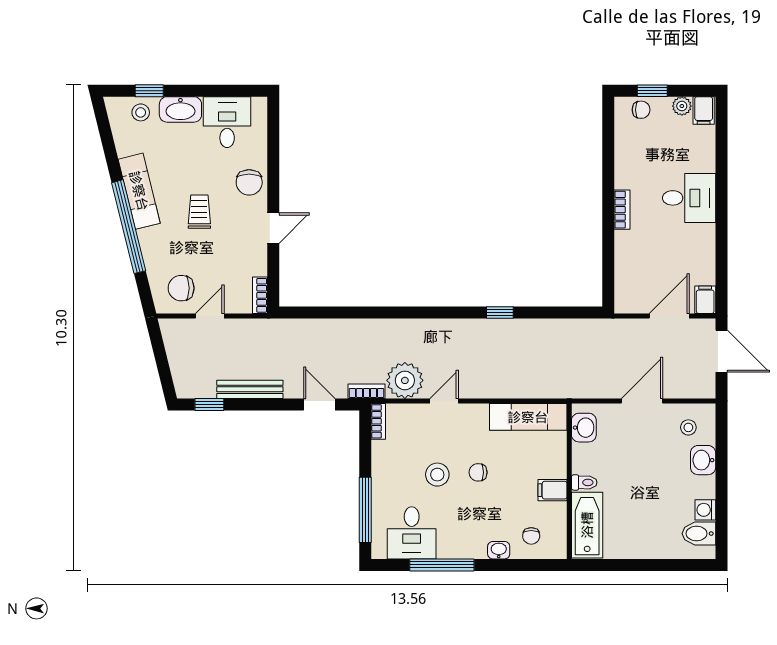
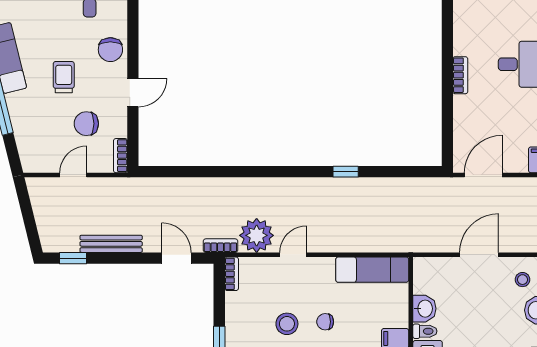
chair: (181, 288) -> (86, 124), moved
door: (669, 316) -> (483, 175), moved
washbasin: (584, 428) -> (424, 309), moved

